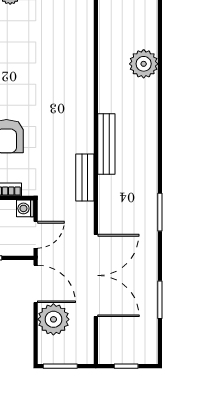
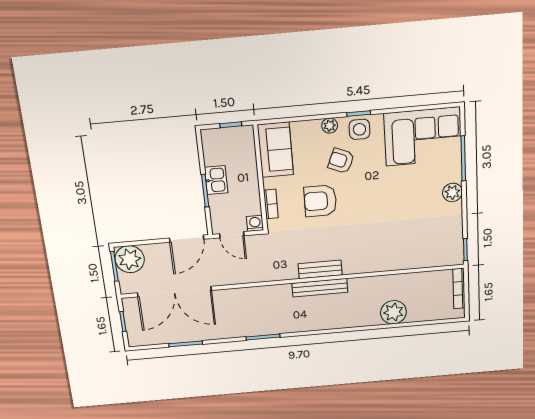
bench: (85, 178) -> (320, 269), moved
double door: (96, 275) -> (174, 292), moved
plant: (53, 319) -> (130, 259), moved

